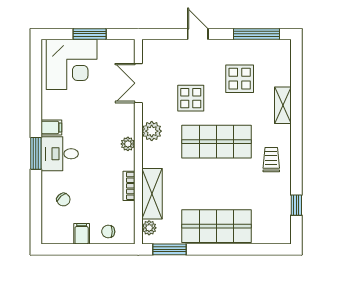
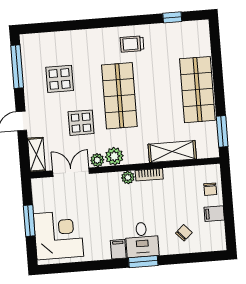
double door: (138, 83) -> (71, 172), swing flipped
shelving: (283, 105) -> (37, 155), moved, turned 90
bookcase: (129, 186) -> (149, 175), moved
plant: (149, 228) -> (97, 160), moved

